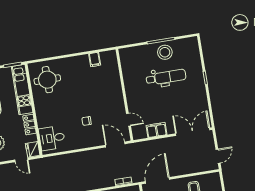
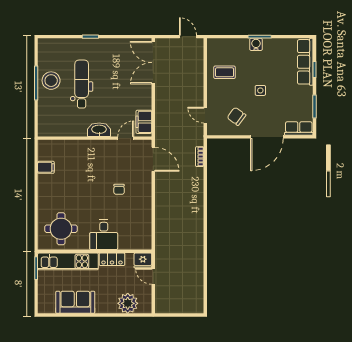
washbasin: (132, 97) -> (99, 130), added
filing cabinet: (156, 130) -> (144, 122), moved
desk: (52, 138) -> (104, 235), moved
door: (115, 144) -> (153, 159), swing flipped
door: (21, 160) -> (153, 276), swing flipped
door: (157, 180) -> (205, 115), width x0.53

